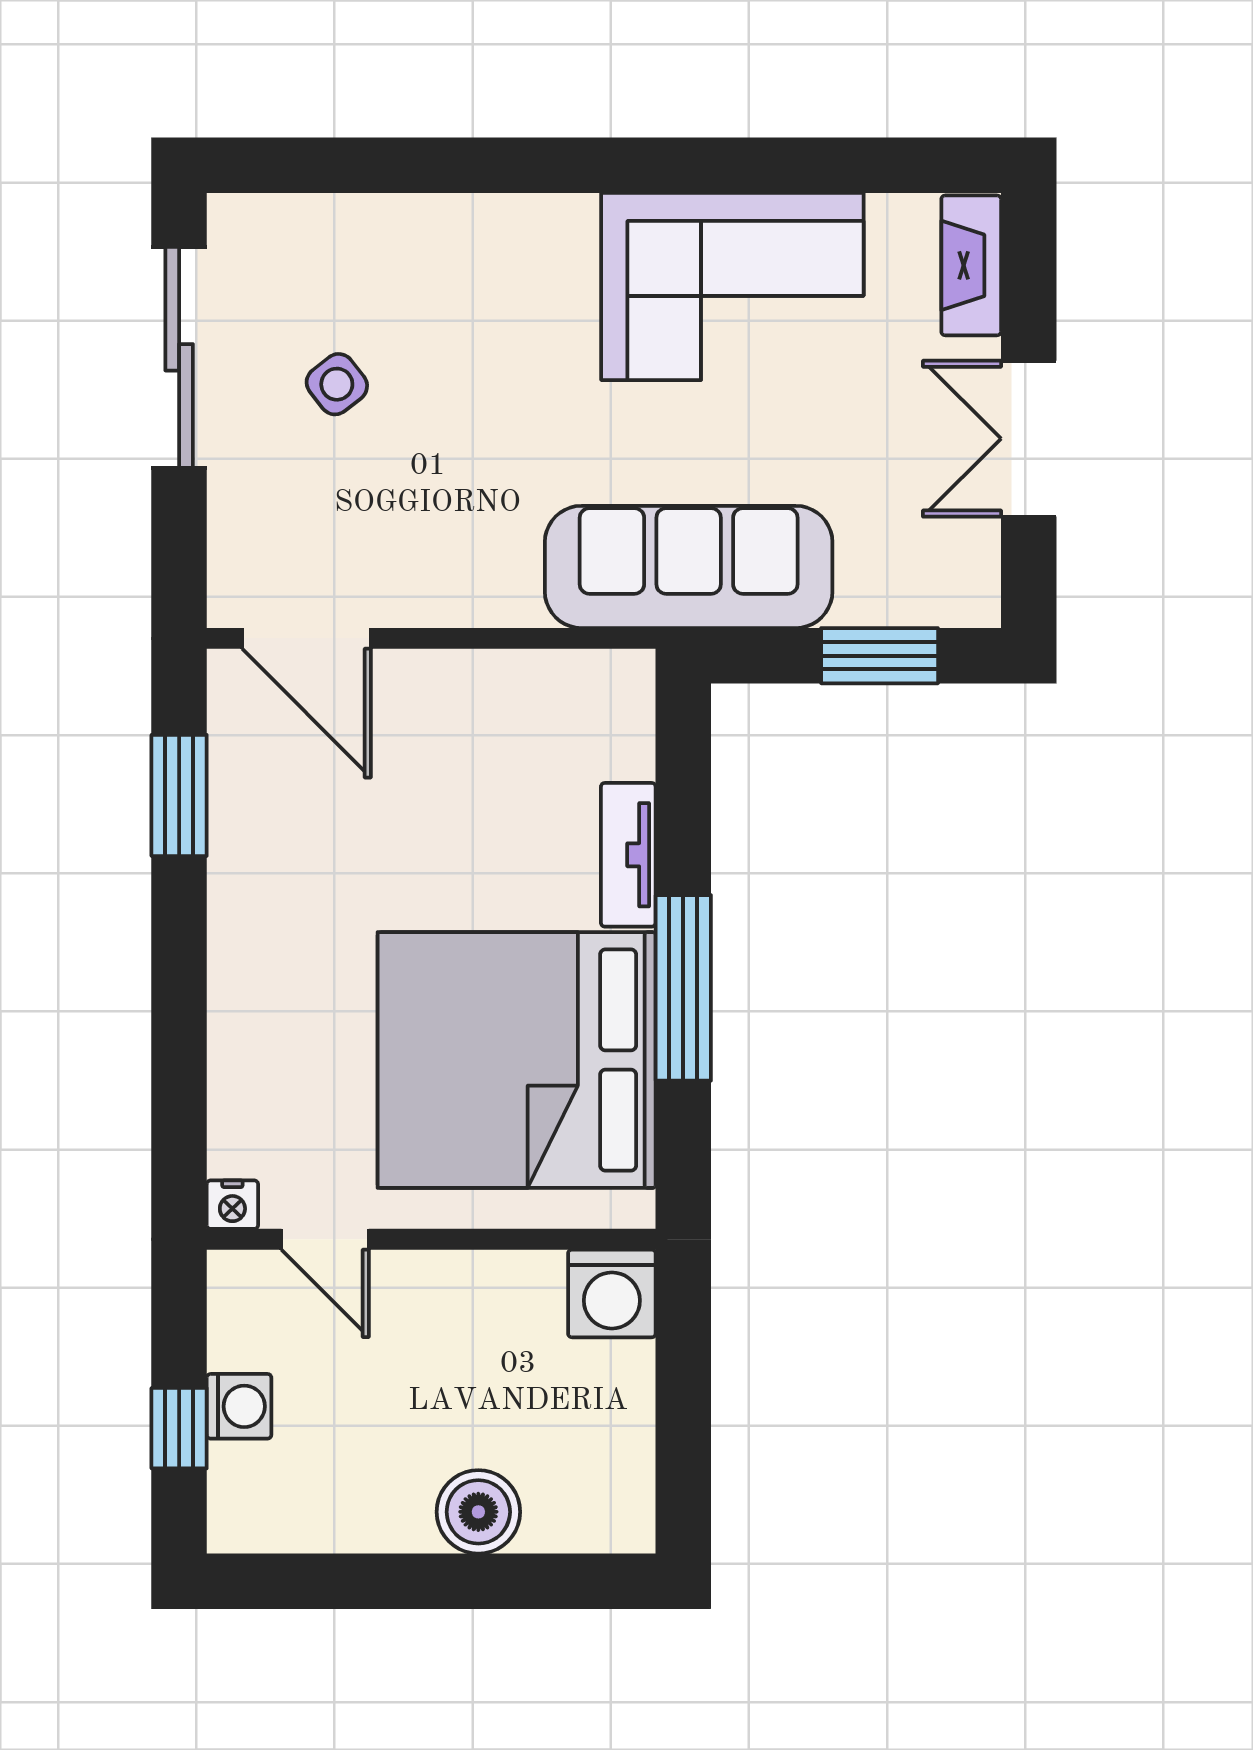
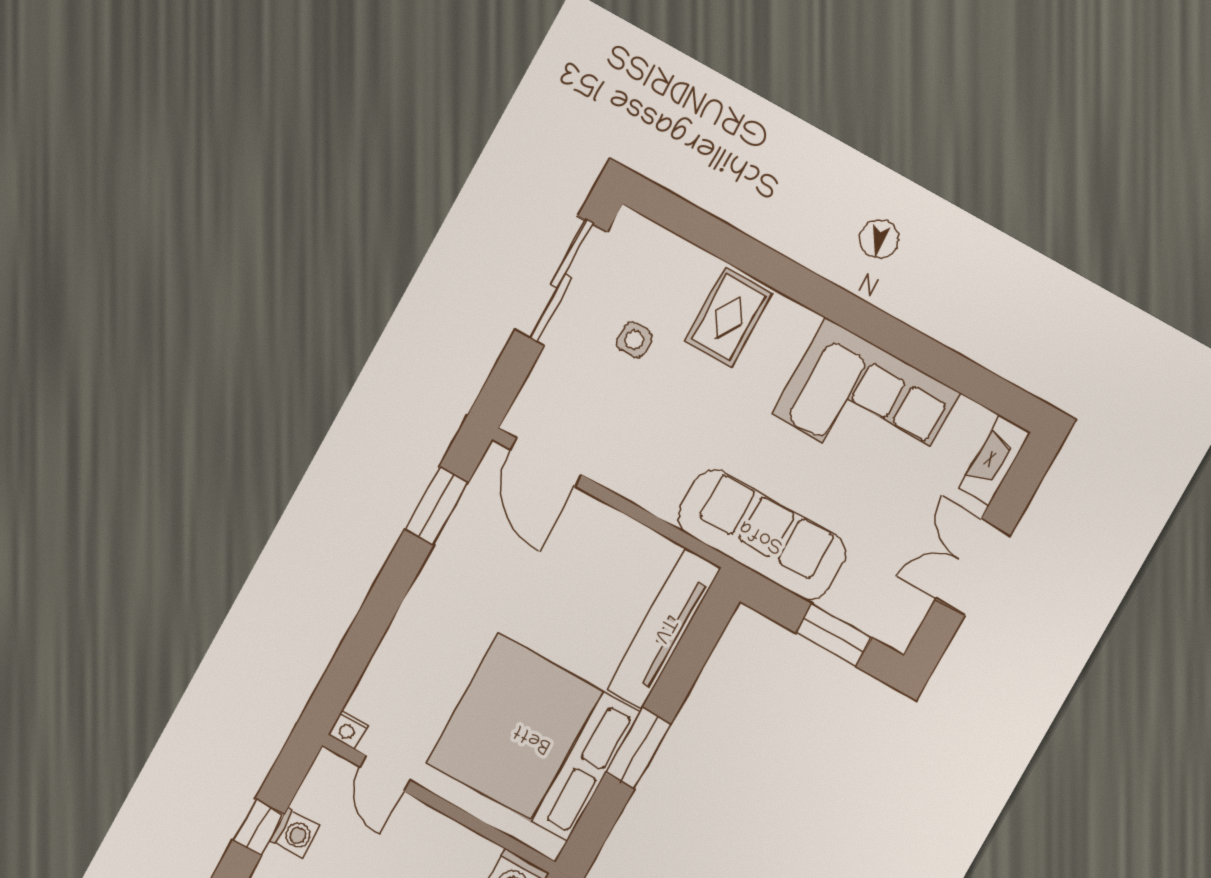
rug: (458, 273) -> (728, 317), added
side table: (337, 384) -> (634, 340), turned 38
tv unit: (628, 855) -> (663, 629), width x1.92, depth x1.29
window: (683, 988) -> (638, 748), width x0.69

